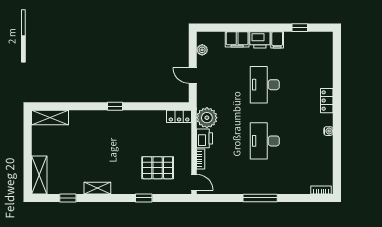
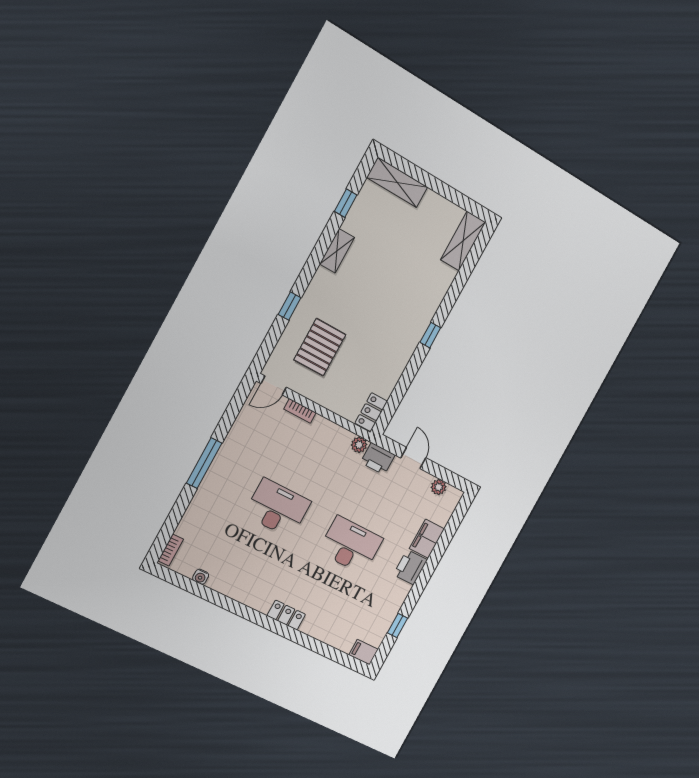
filing cabinet: (277, 40) -> (364, 652), moved
door: (193, 76) -> (413, 458), hinge flipped
plant: (207, 118) -> (359, 445), width x0.53, depth x0.53
water cooler: (328, 131) -> (201, 577), moved
printer: (204, 138) -> (378, 459), moved

